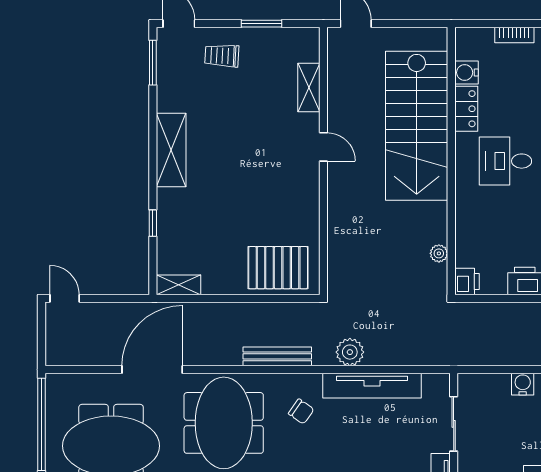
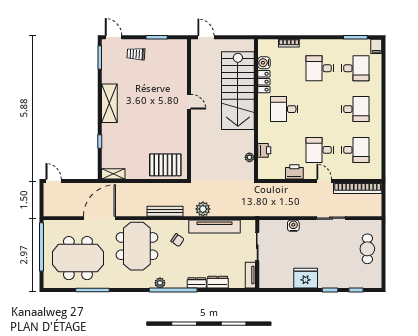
shelving: (309, 88) -> (181, 71), removed
printer: (467, 281) -> (264, 150), moved

